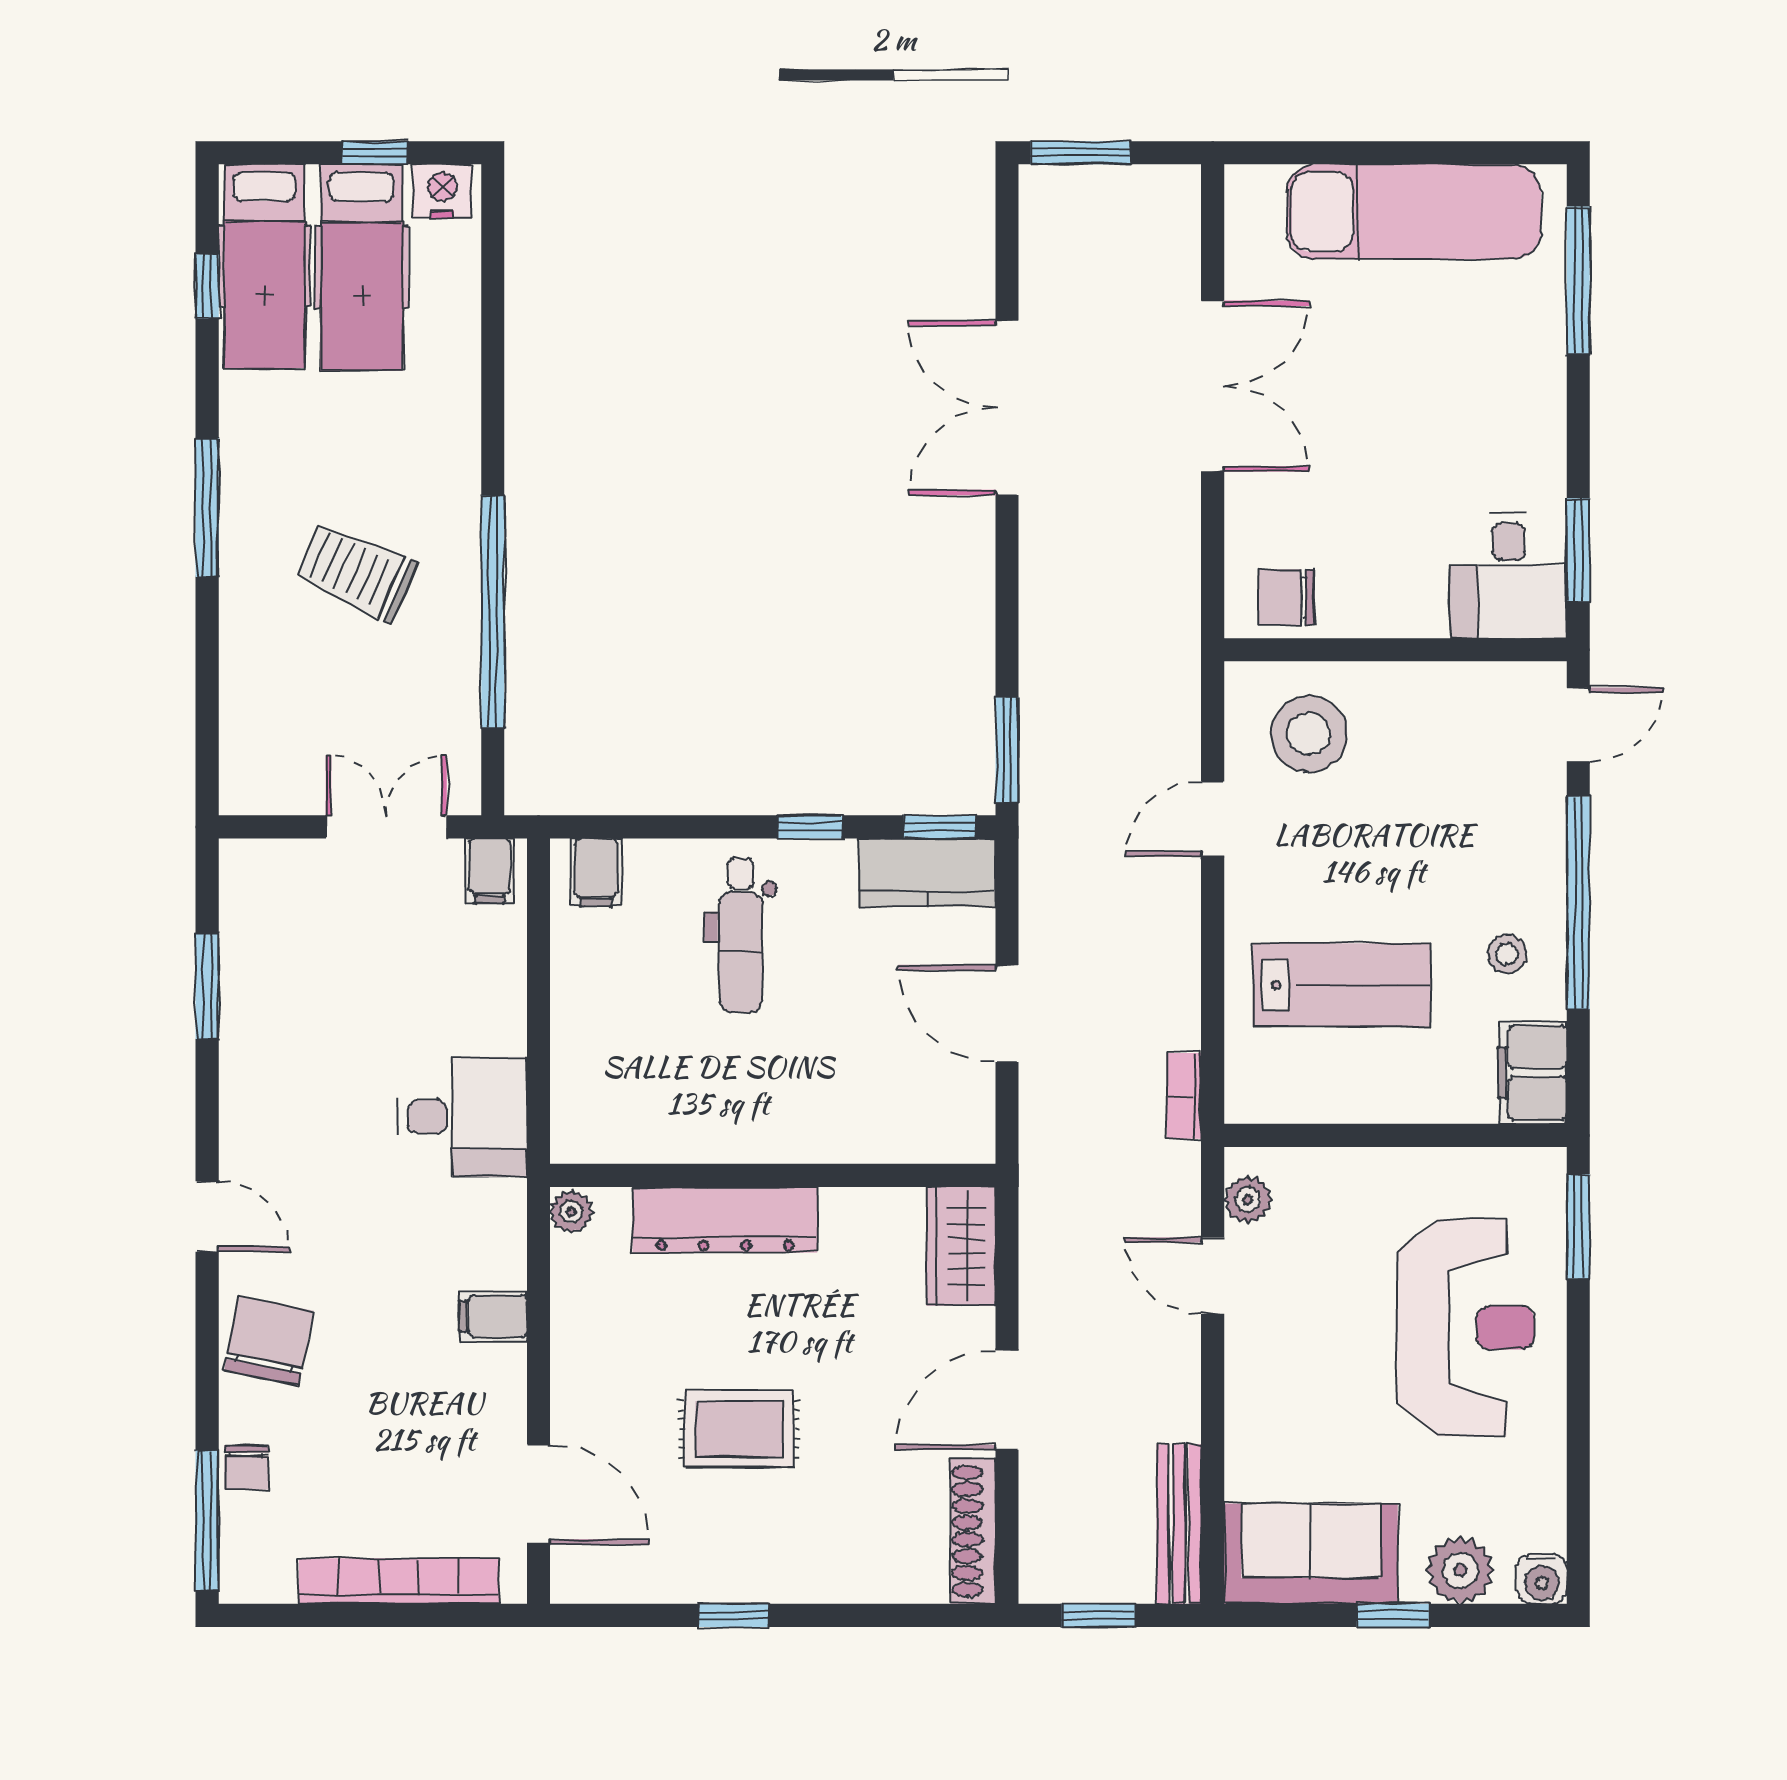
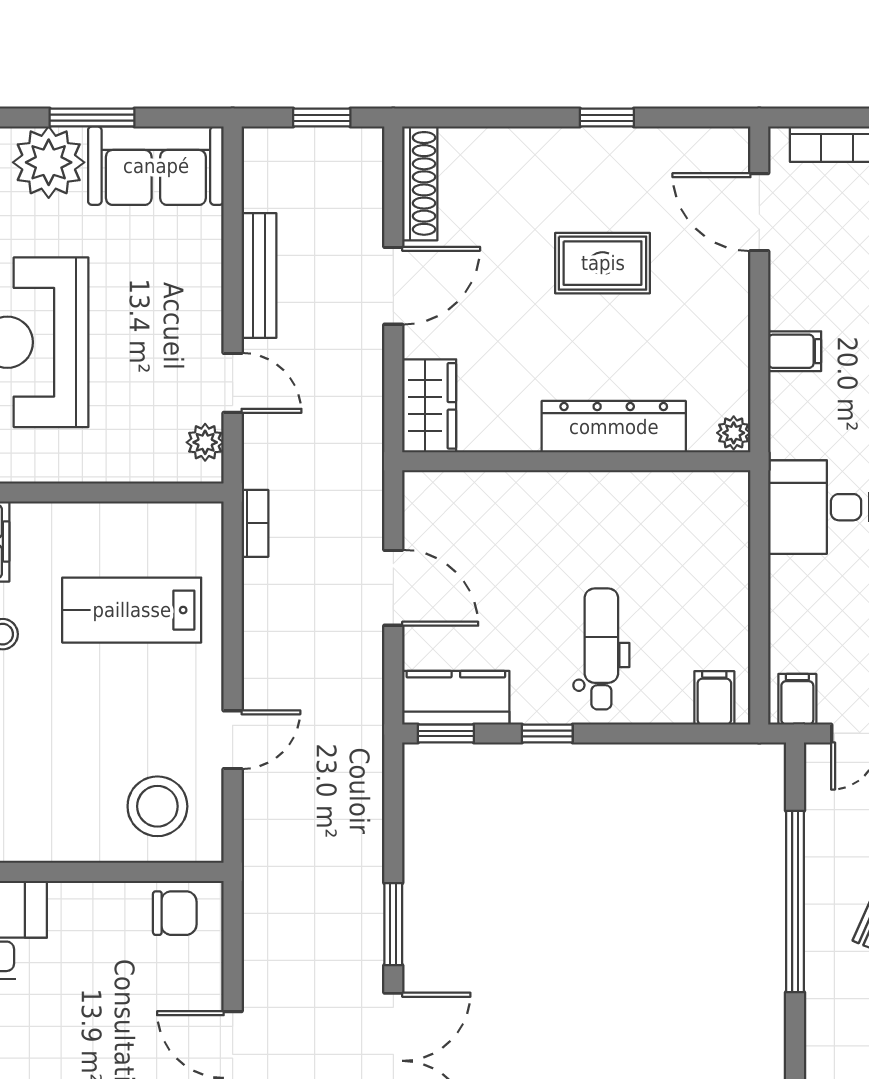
window: (1007, 750) -> (393, 924), moved
bench: (1179, 1524) -> (259, 275), moved
plant: (1460, 1570) -> (49, 162), width x1.36, depth x1.36
window: (1393, 1615) -> (92, 118), width x1.50

